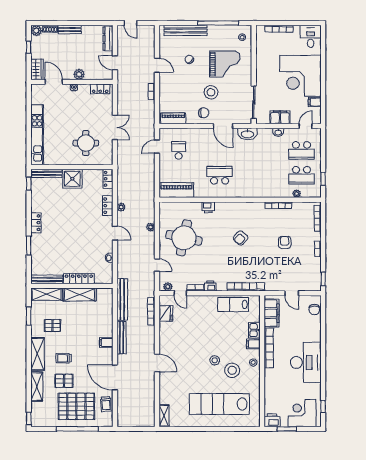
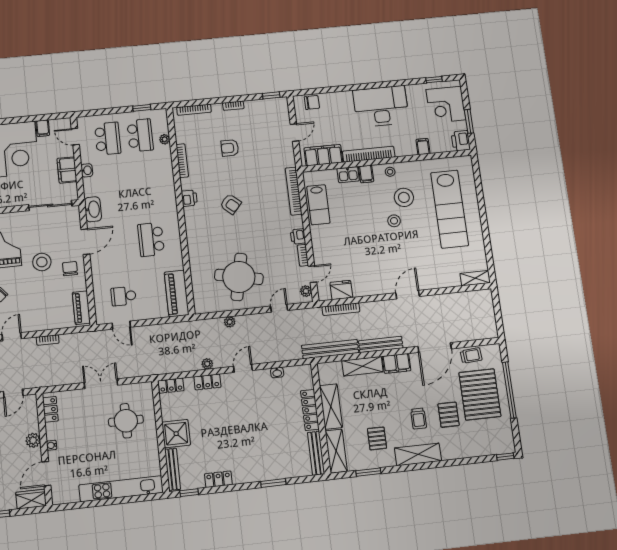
printer: (208, 207) -> (189, 198), moved
locker: (36, 223) -> (218, 479), moved
filing cabinet: (106, 342) -> (397, 363), width x2.00
shelving: (37, 387) -> (362, 366), moved
filing cabinet: (271, 390) -> (423, 147), added

